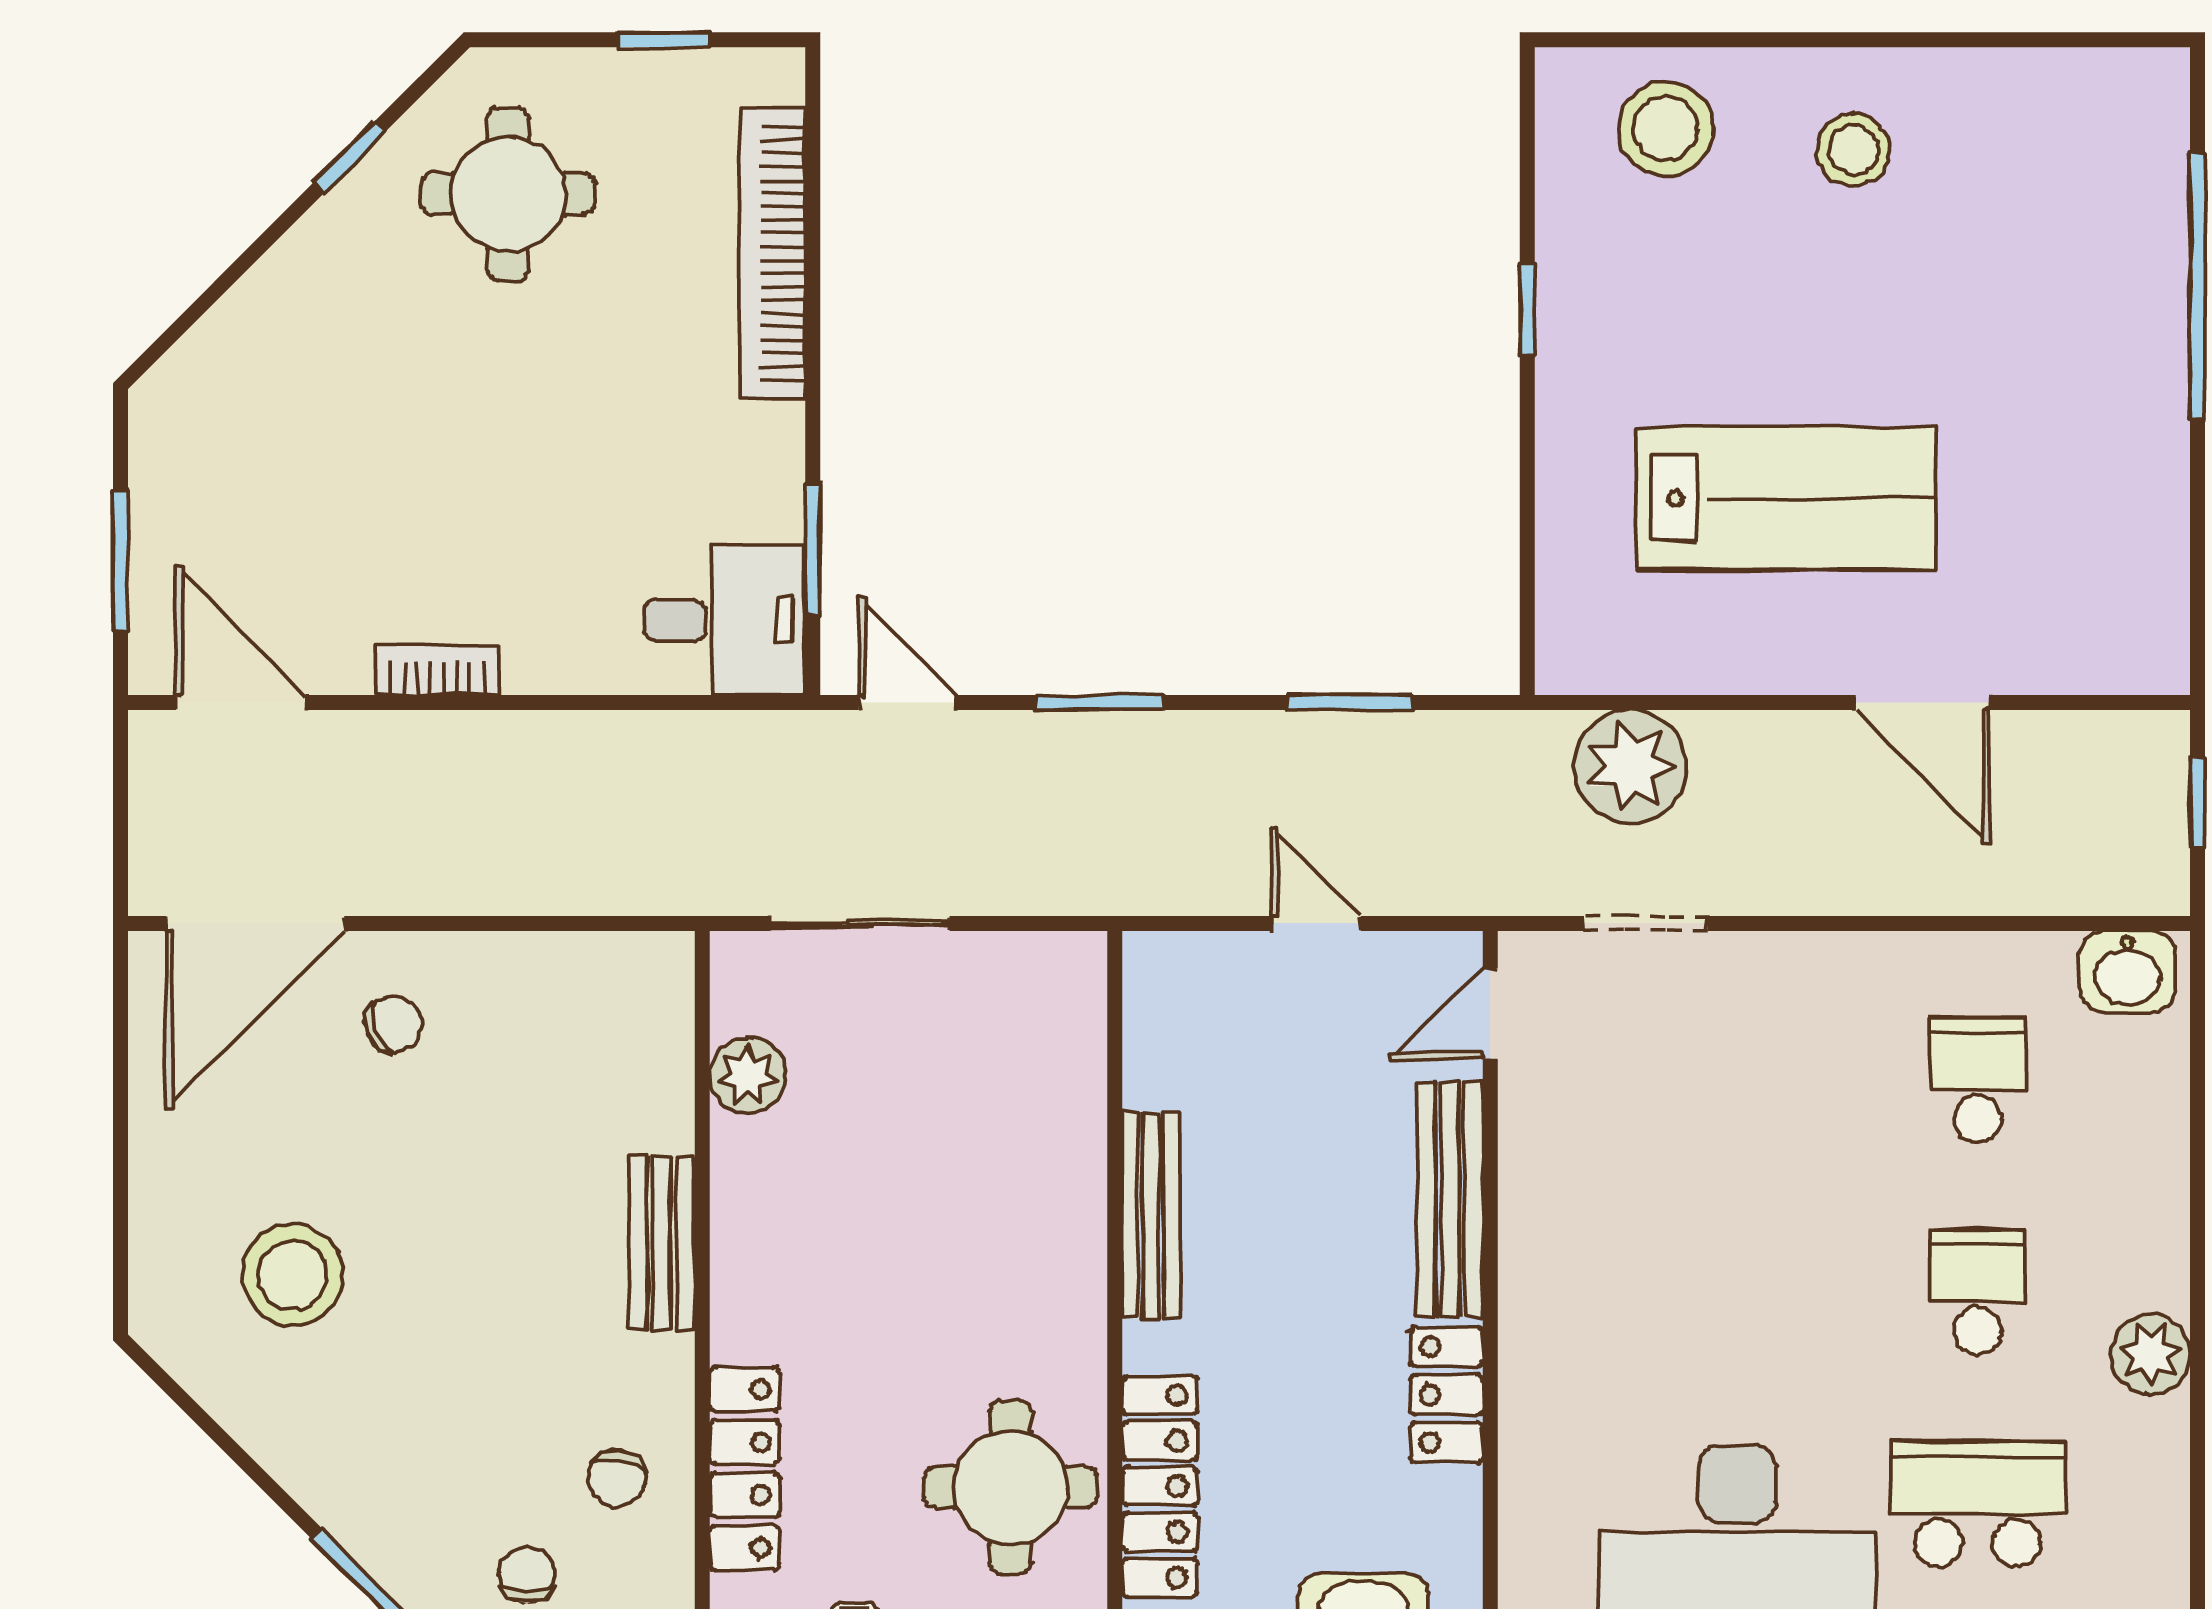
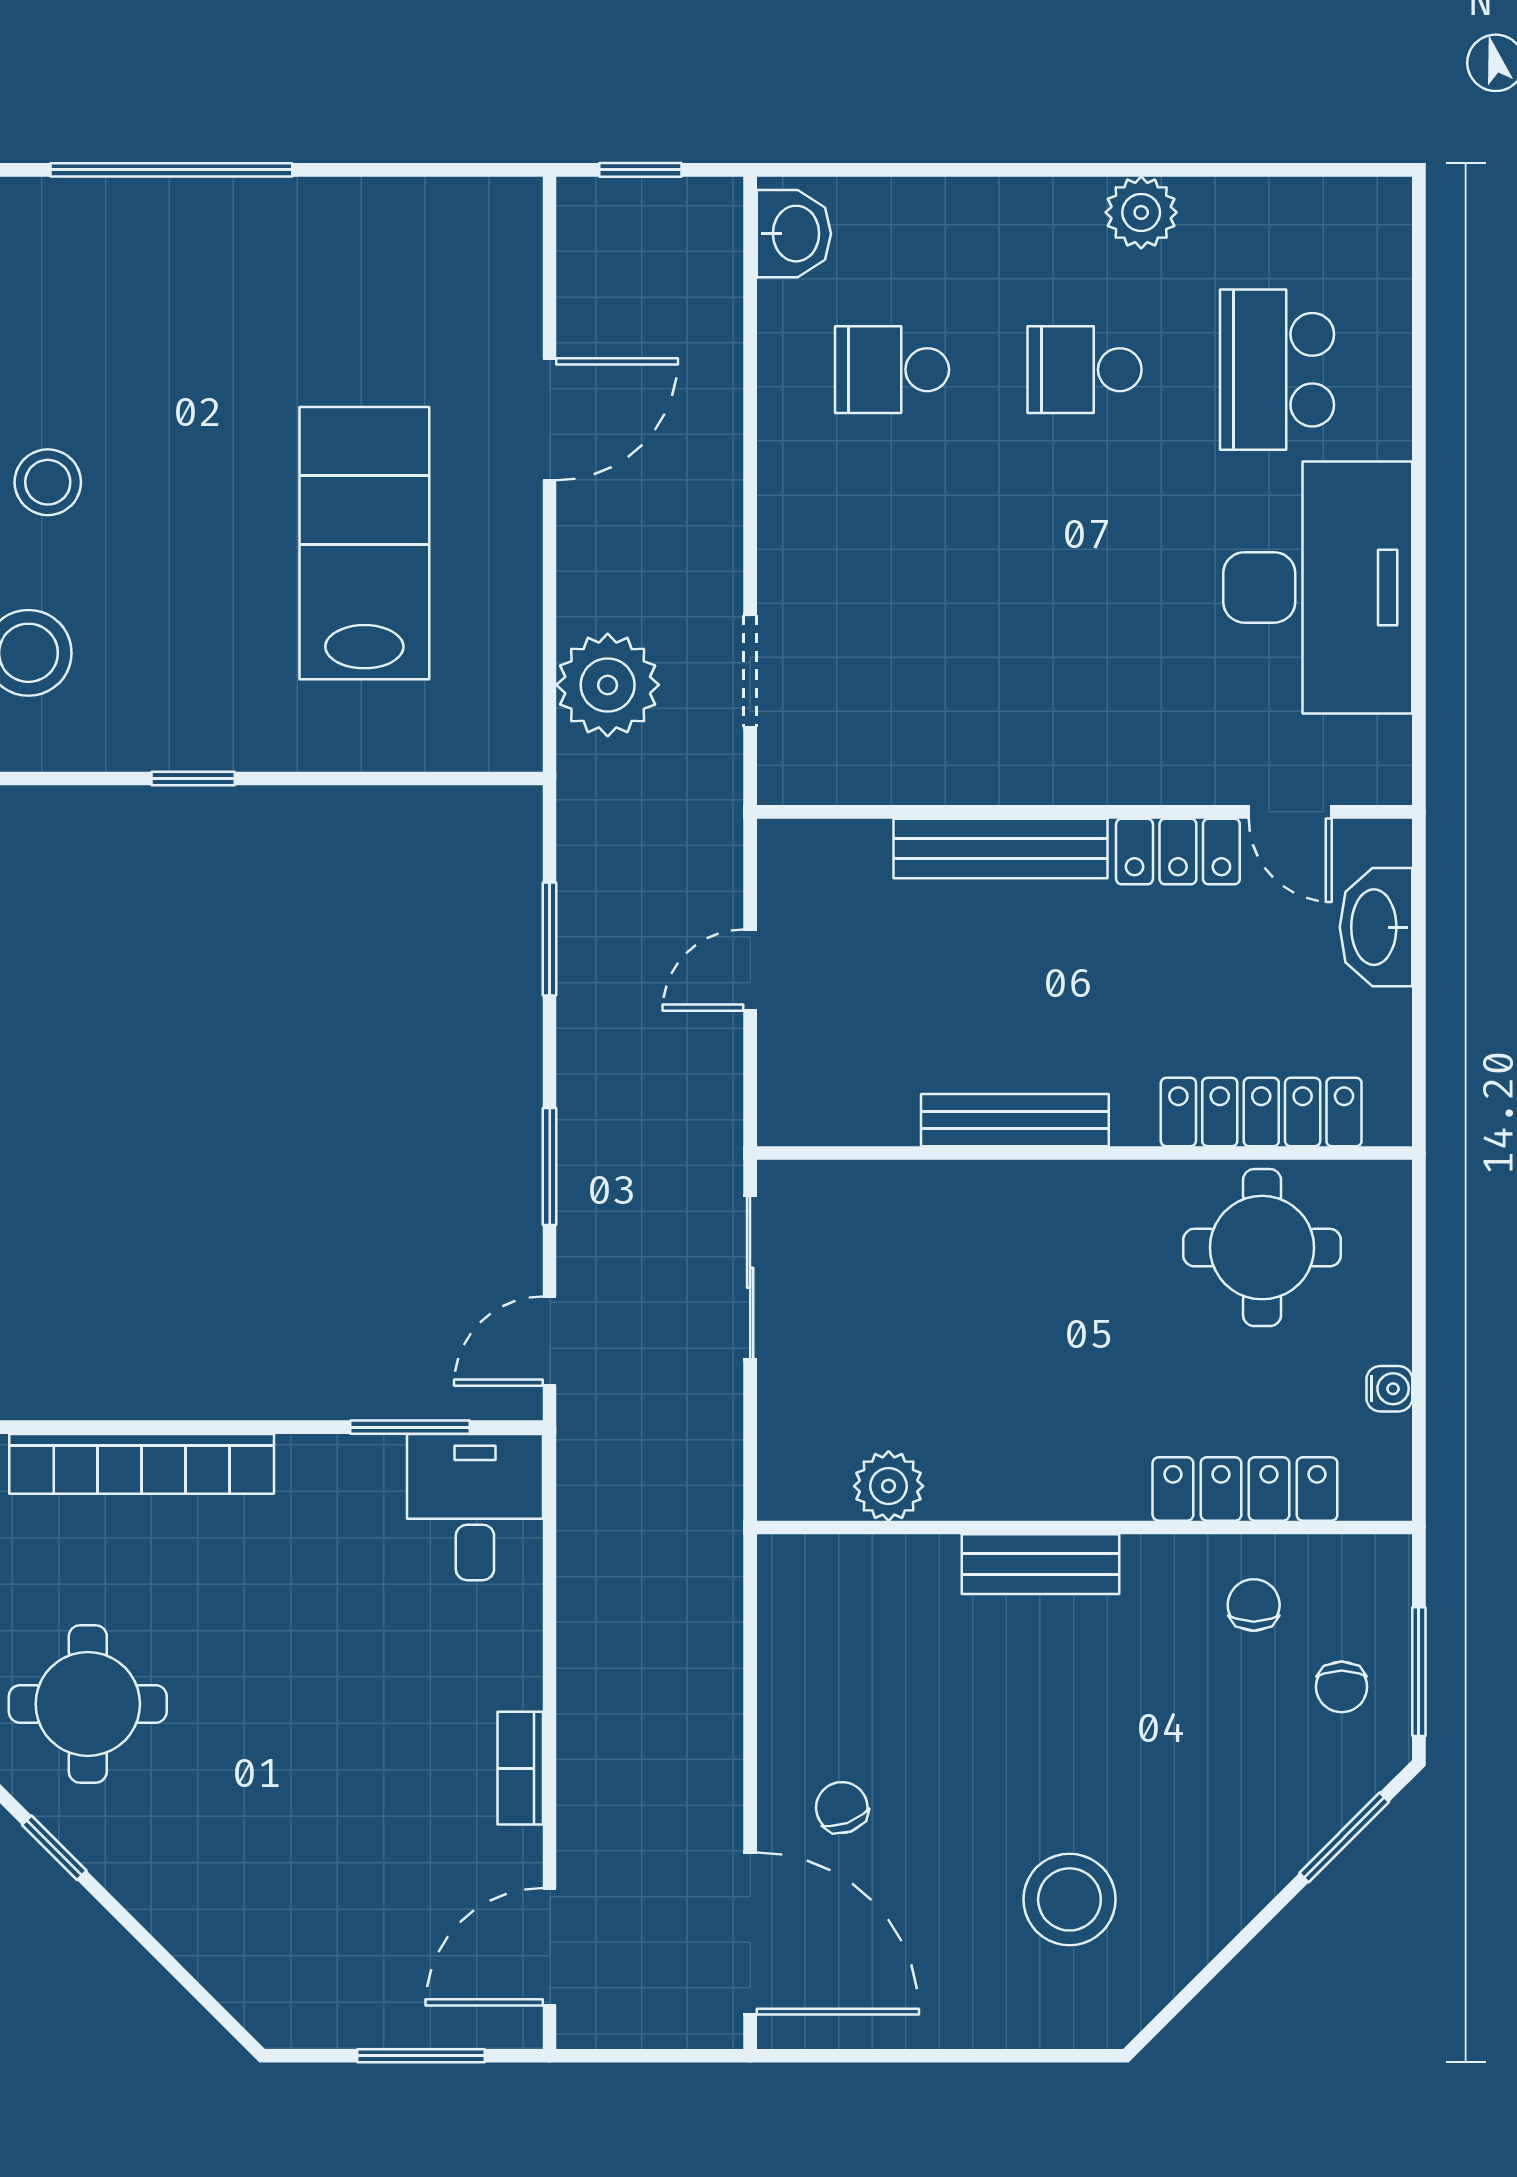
sliding door: (859, 923) -> (750, 1278), moved
door: (1490, 1014) -> (1290, 812), moved
chair: (617, 1478) -> (1254, 1605), turned -97
chair: (527, 1575) -> (1342, 1687), turned -90

